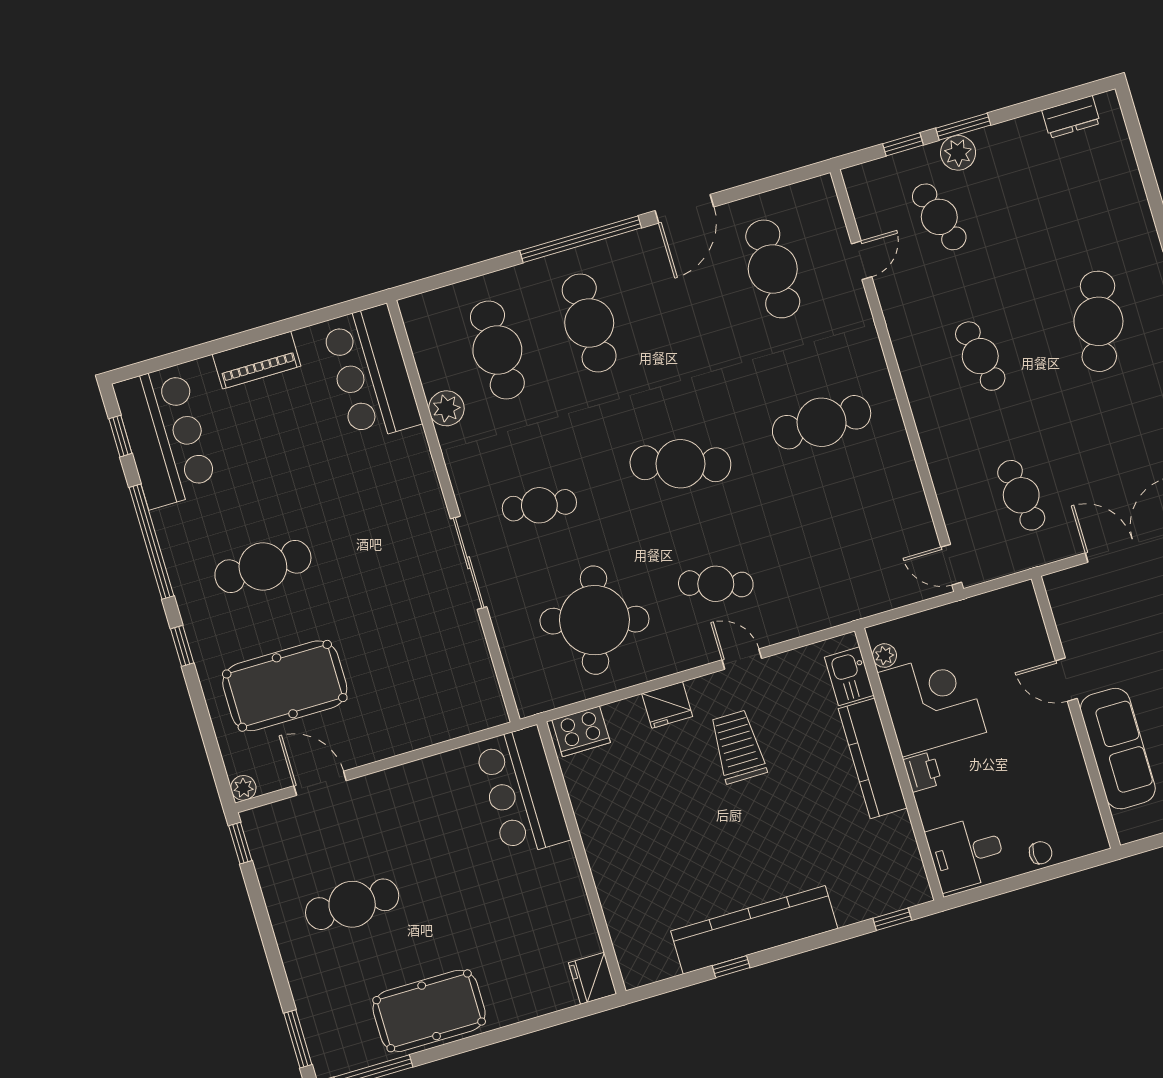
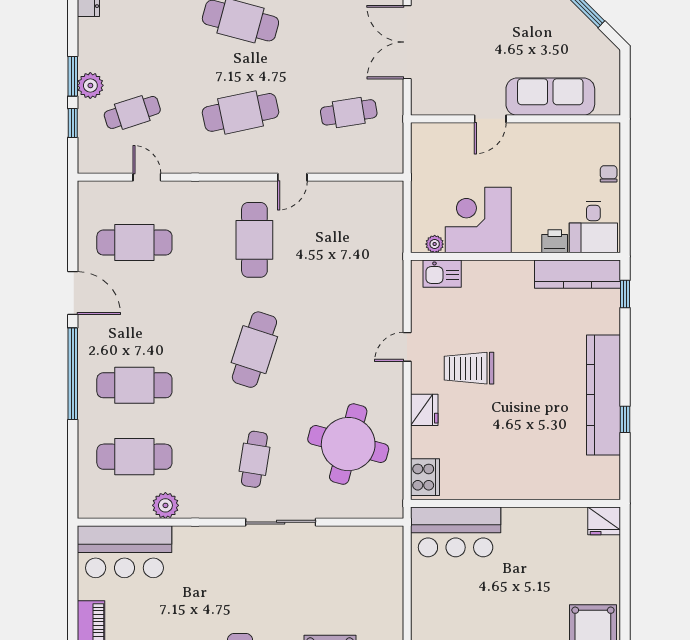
cafe table: (980, 356) -> (240, 112), width x1.37, depth x1.35
door: (951, 565) -> (292, 177), moved
cafe table: (716, 584) -> (348, 350), removed
kitchen counter: (873, 758) -> (577, 274), moved
printer: (922, 772) -> (555, 241), moved

